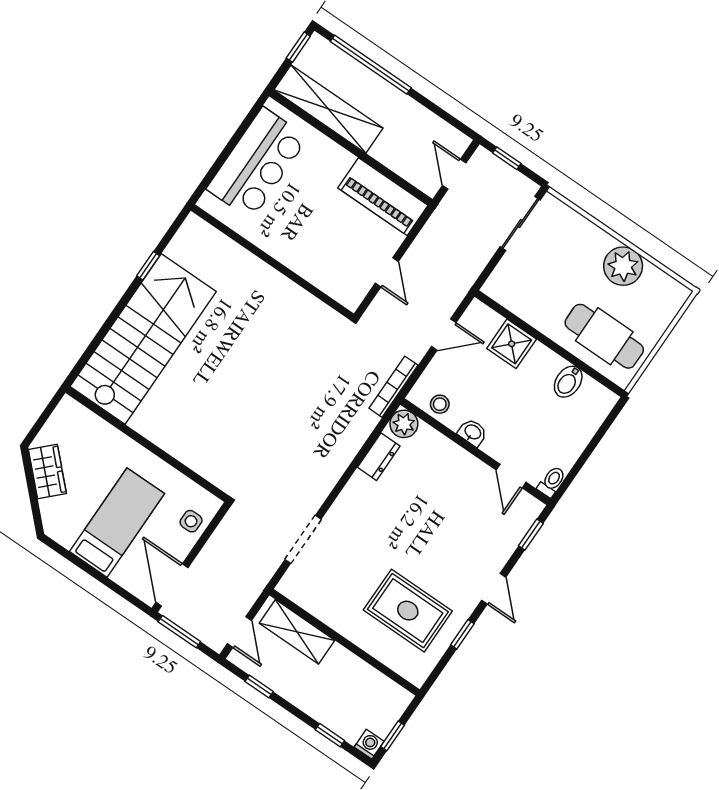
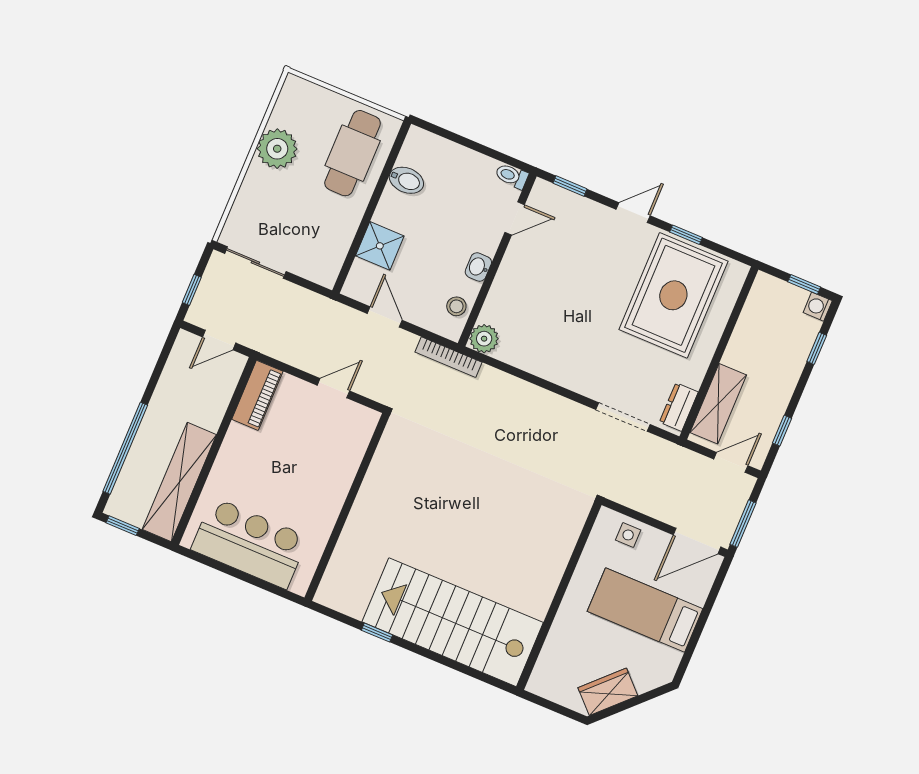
piano: (383, 197) -> (257, 395), width x0.73, depth x0.75
dresser: (379, 457) -> (679, 407), moved, turned -90
rug: (408, 611) -> (673, 295), width x1.37, depth x1.44

